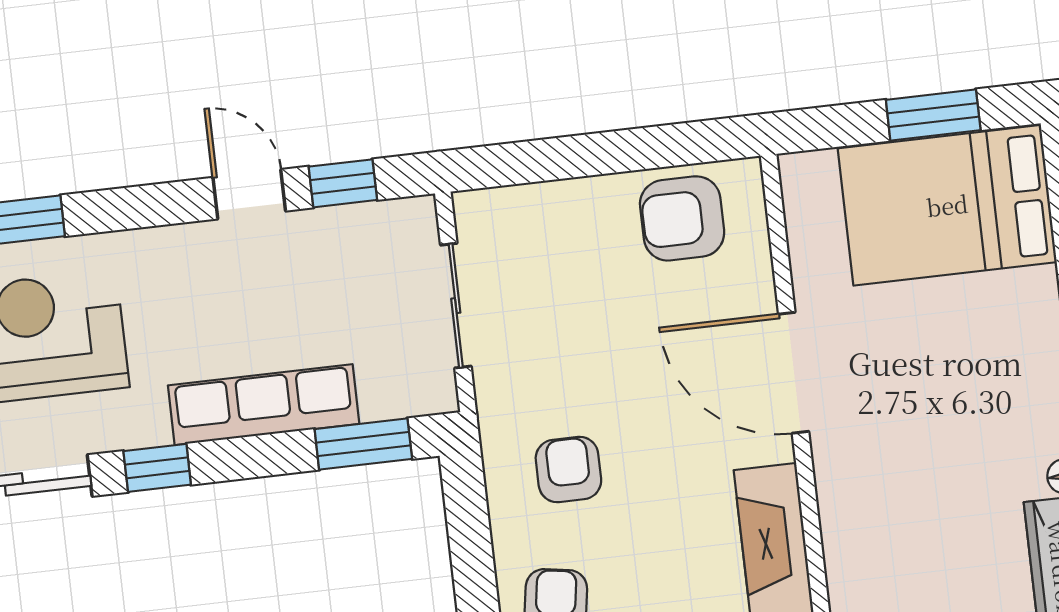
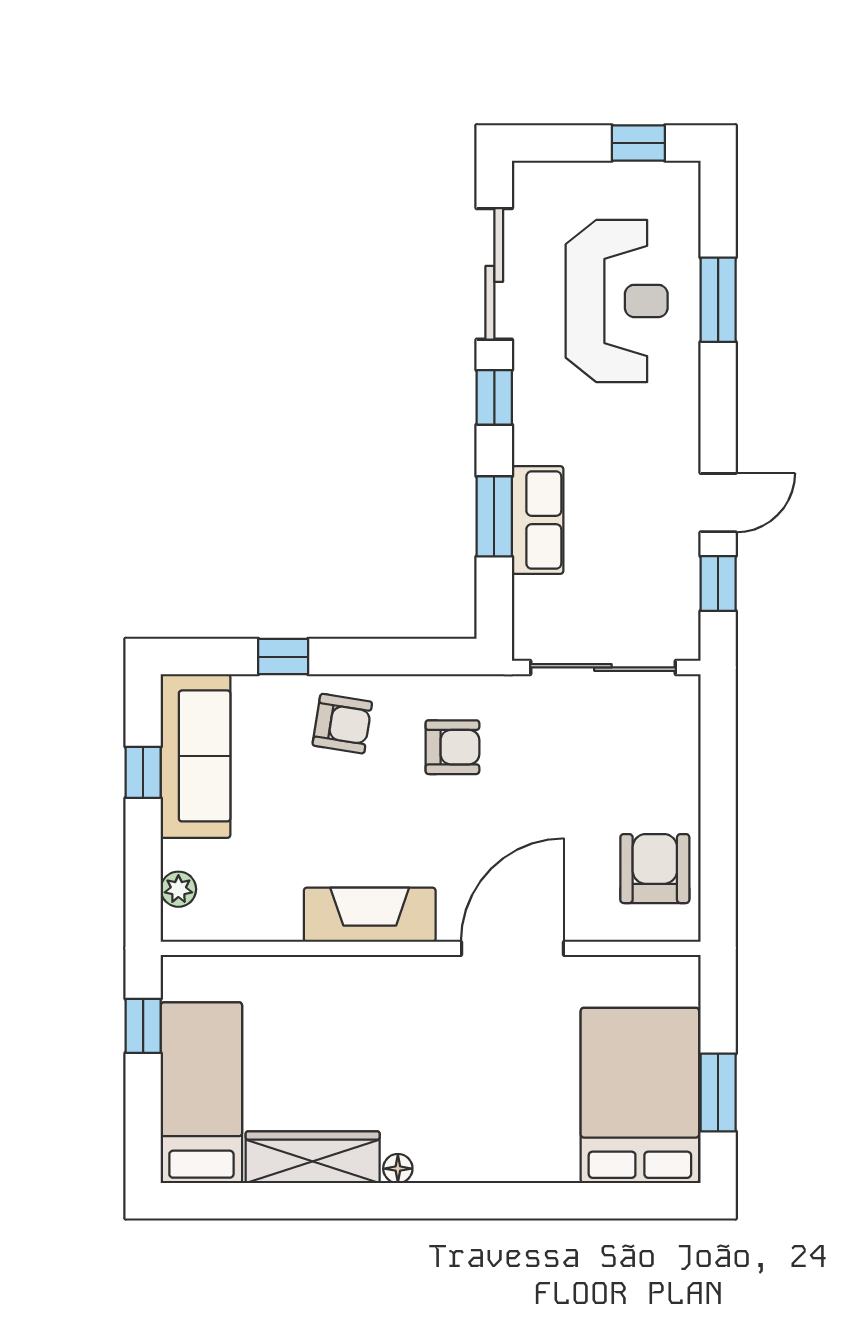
sliding door: (456, 306) -> (603, 667), width x1.37
row of seats: (264, 405) -> (538, 520), width x0.68
window: (363, 444) -> (494, 516), moved

